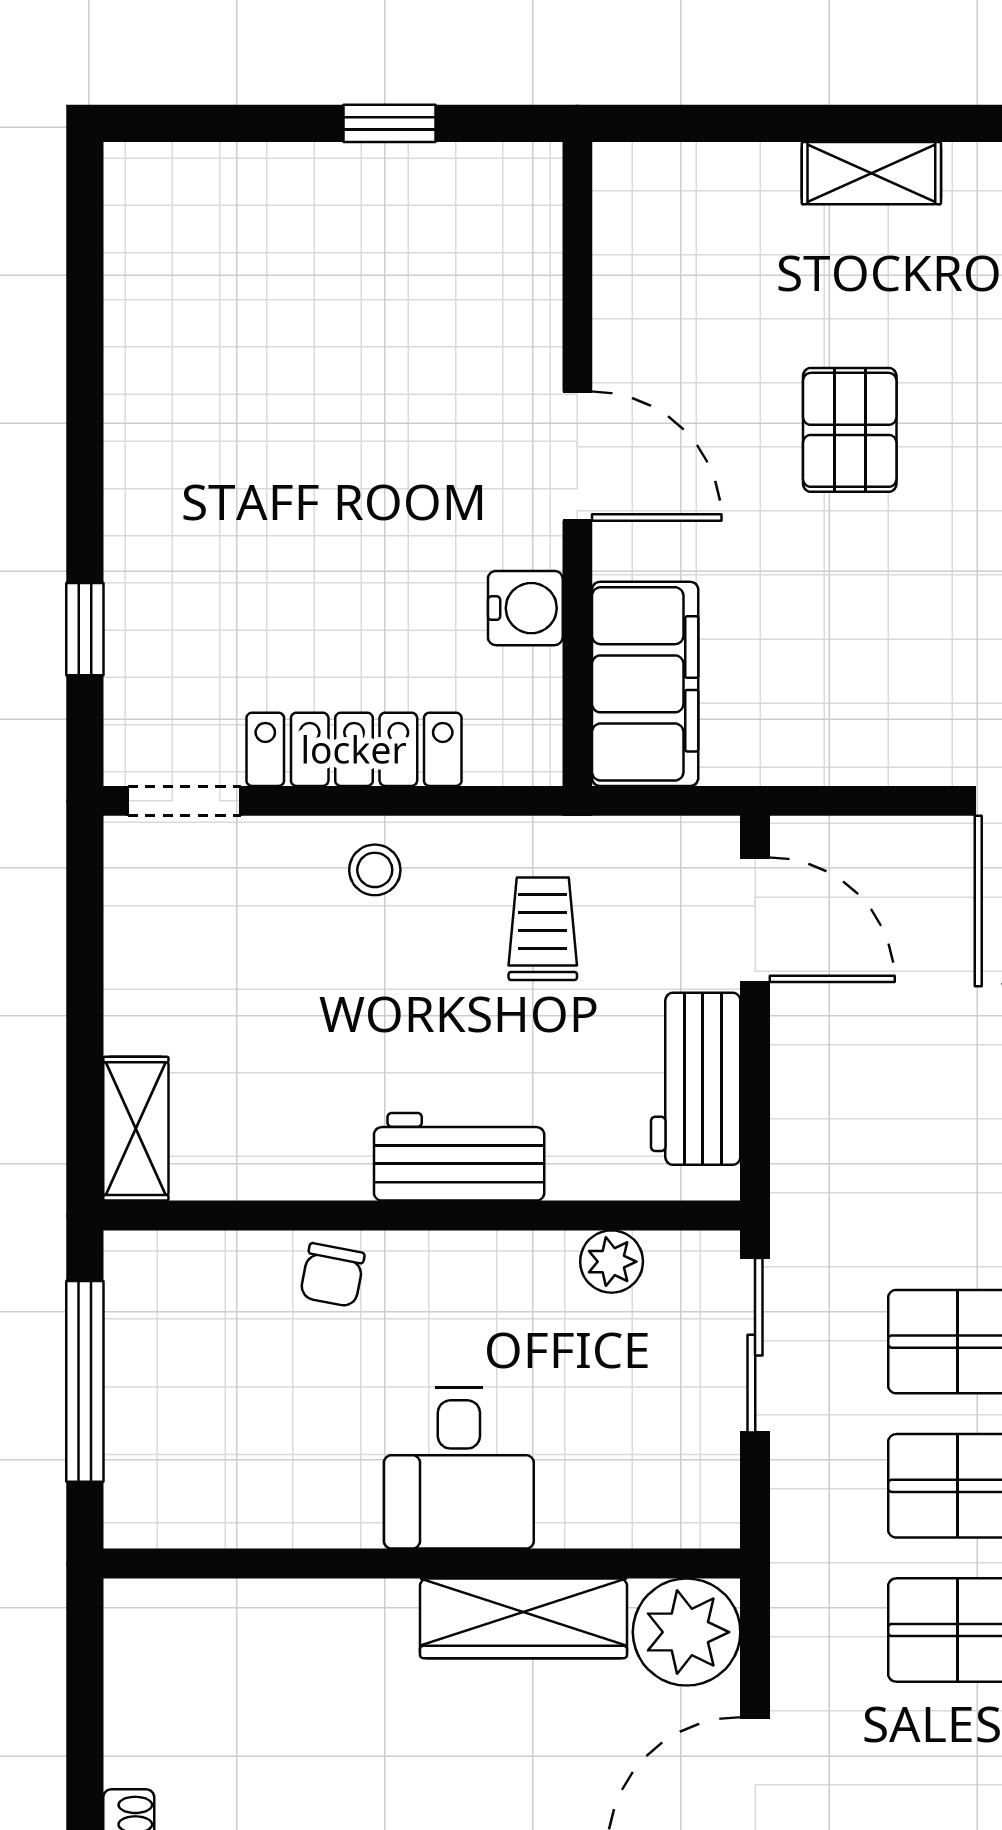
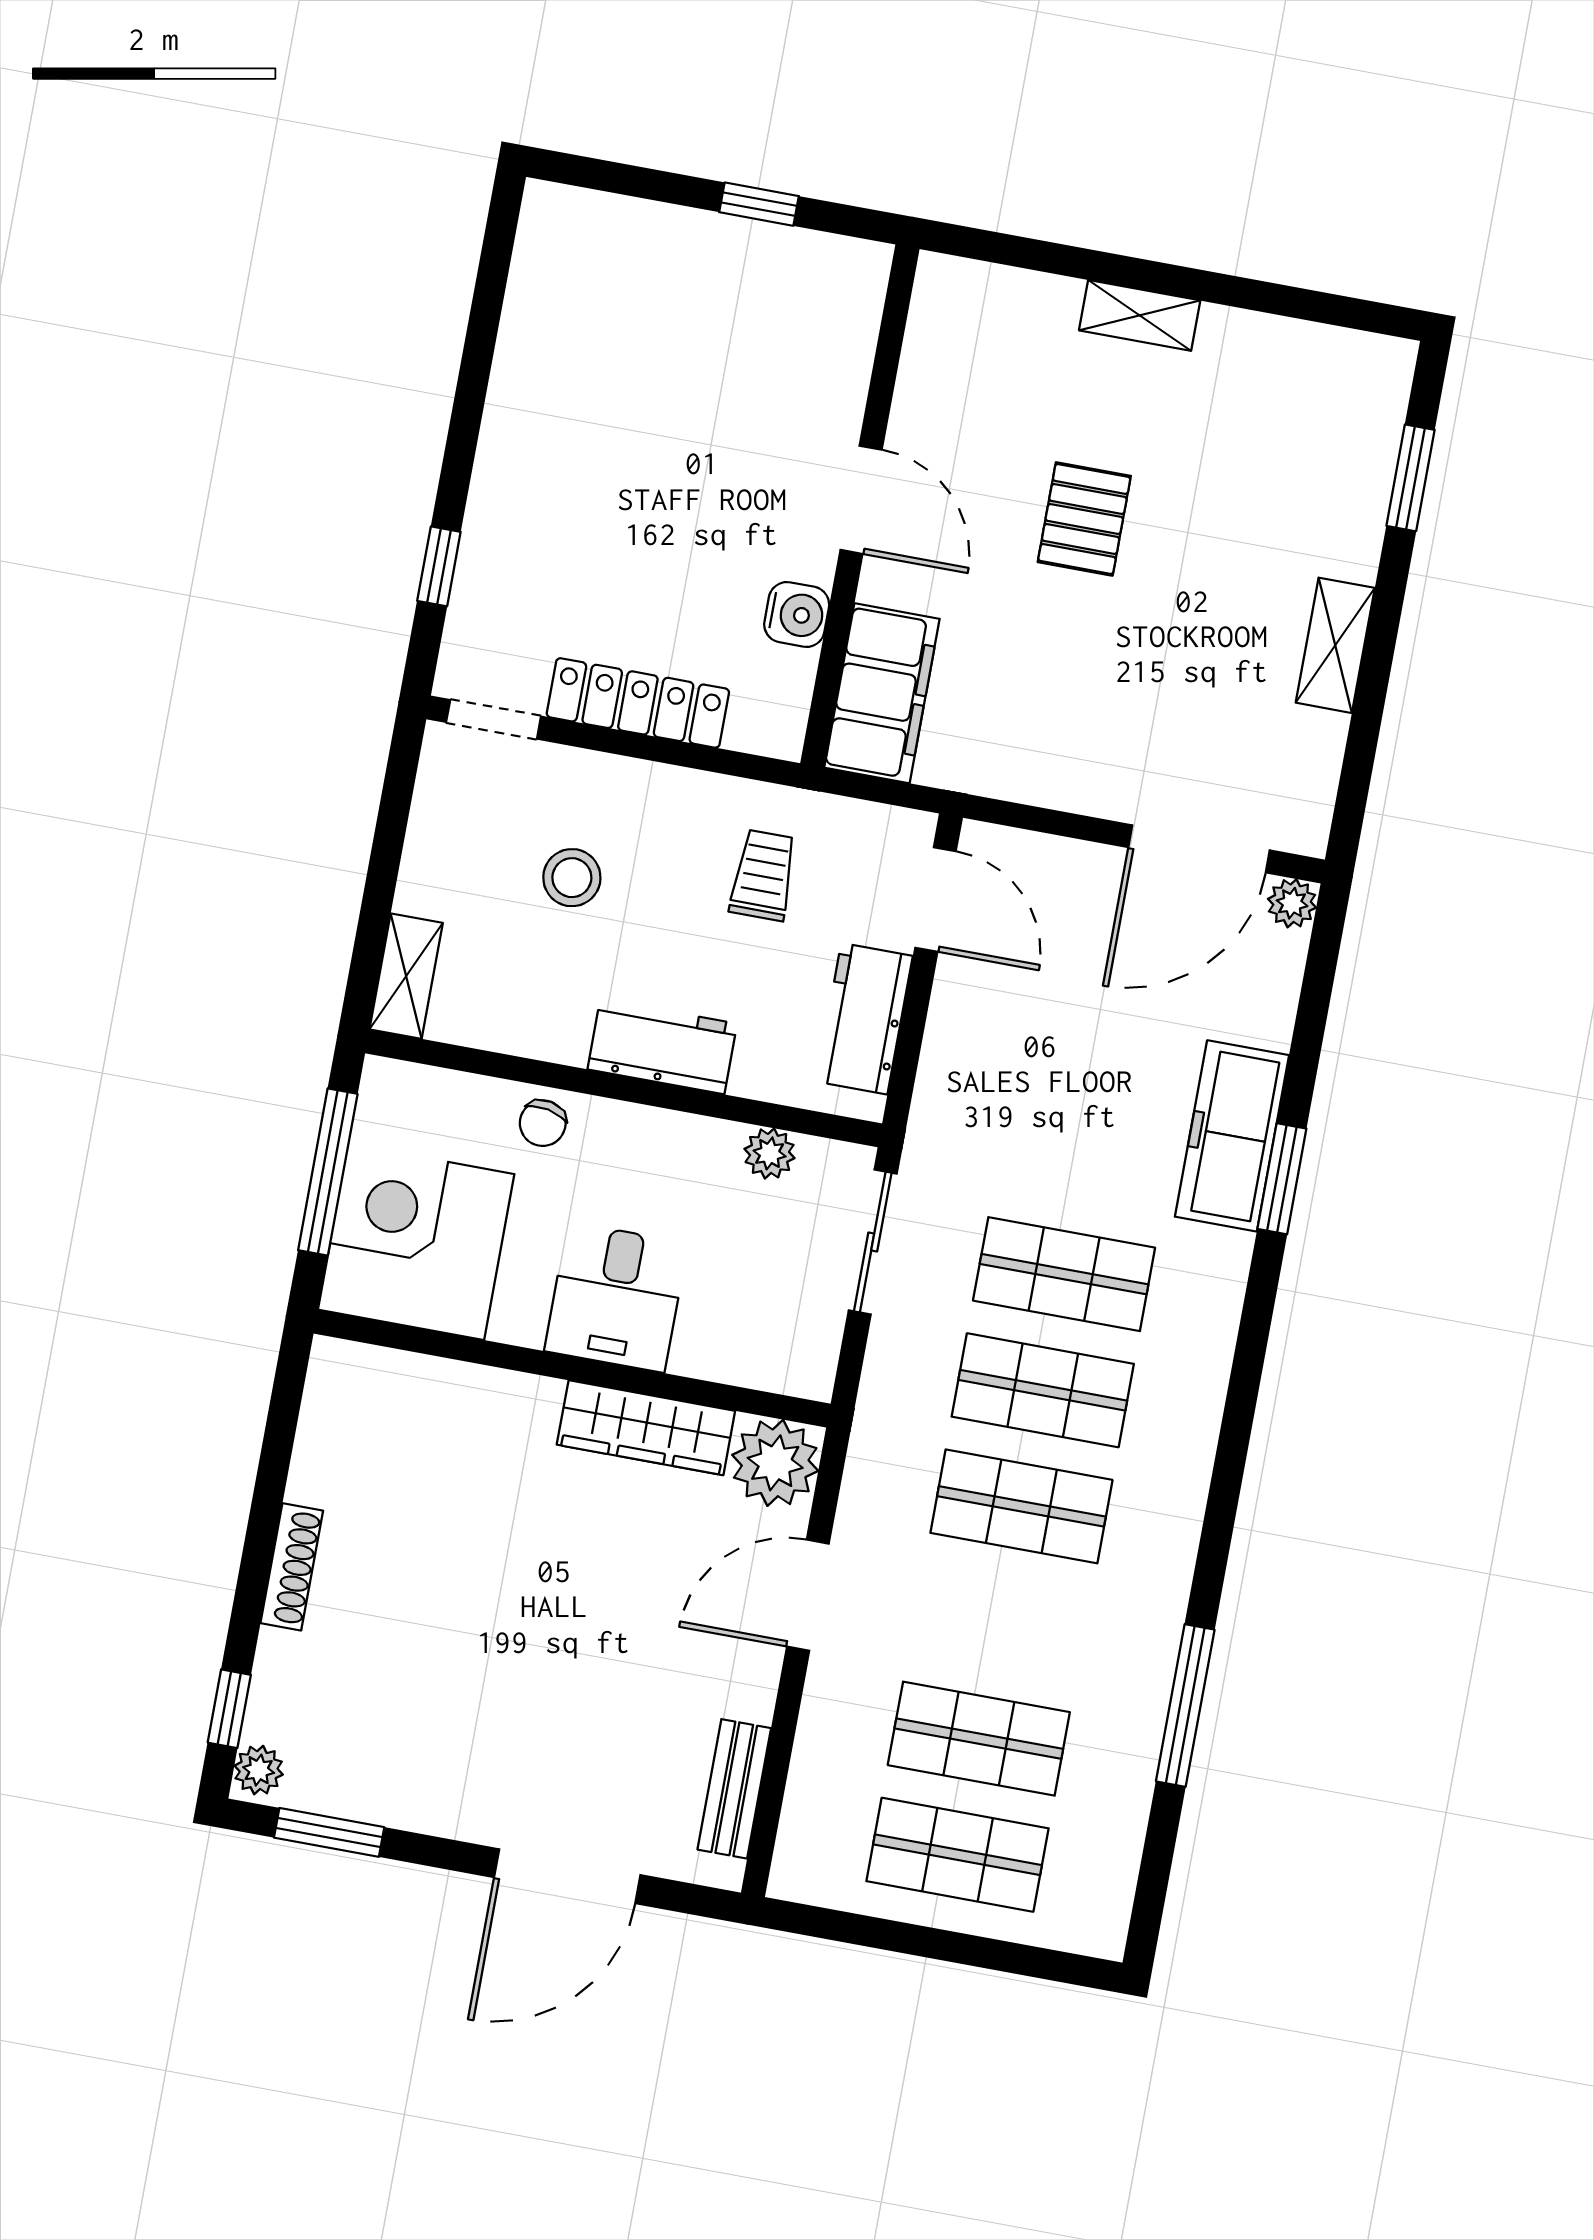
stool: (375, 870) -> (572, 878), moved, width x1.37, depth x1.37
corner desk: (207, 1446) -> (416, 1242), added

